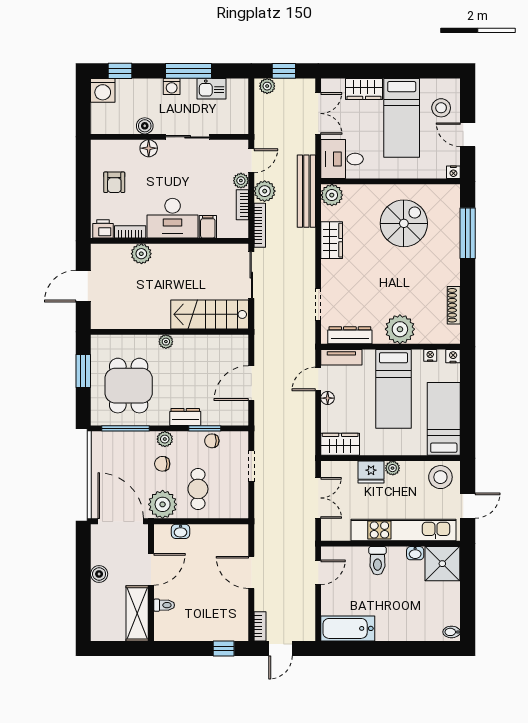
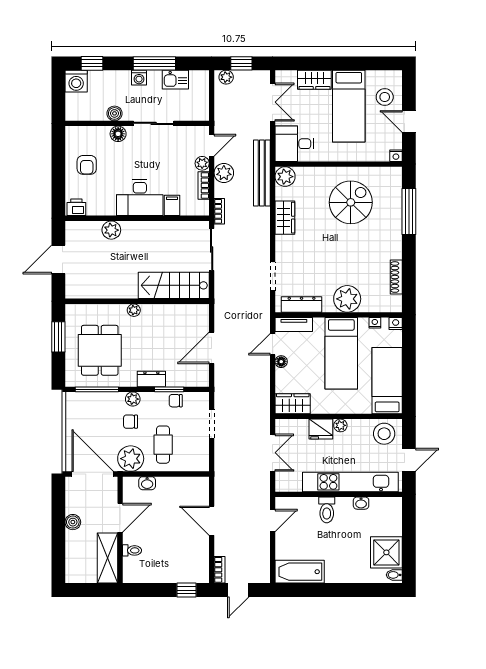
bookcase: (260, 225) -> (219, 211), width x0.64
bookcase: (130, 232) -> (101, 210), removed
shower: (442, 564) -> (386, 552), moved

